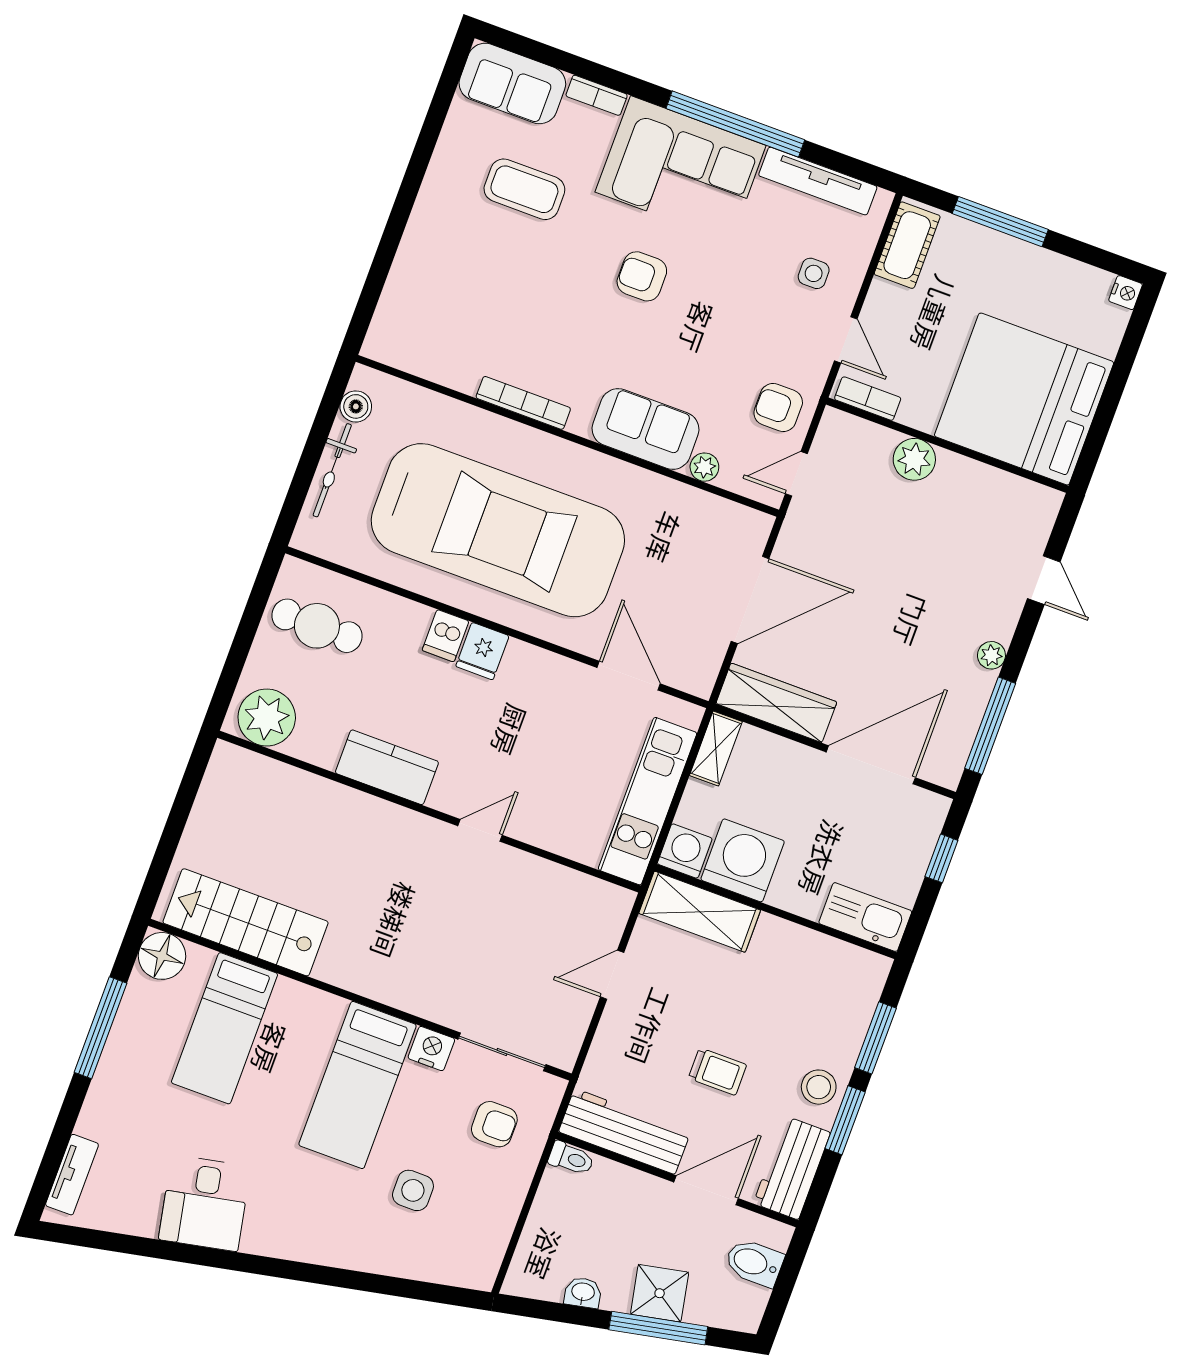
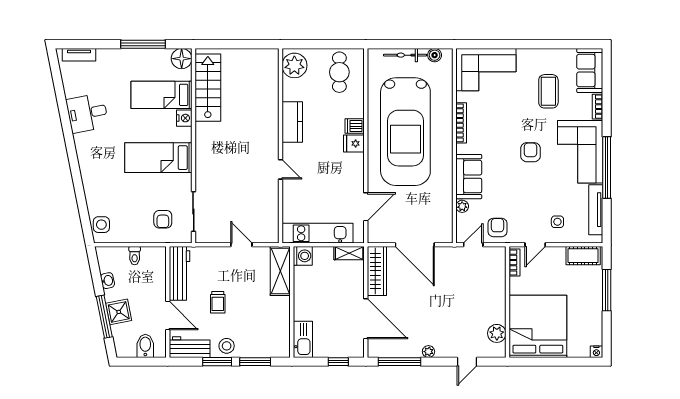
corner sofa: (428, 307) -> (486, 70), added
plant: (914, 459) -> (497, 333), moved
door: (796, 474) -> (473, 245), hinge flipped
washing machine: (743, 860) -> (308, 281), removed
nightstand: (431, 1049) -> (184, 118), moved
toilet: (571, 1158) -> (135, 256), moved
side table: (413, 1190) -> (101, 225), moved

